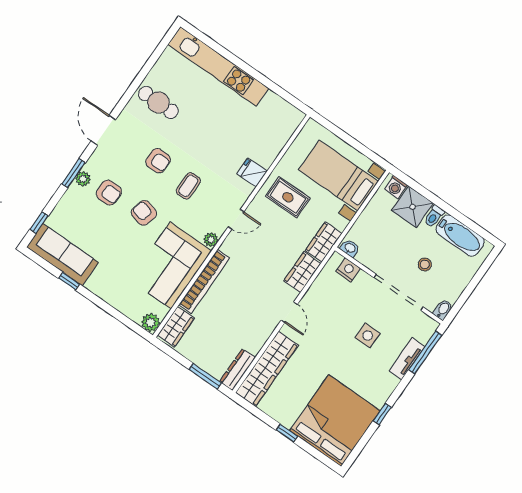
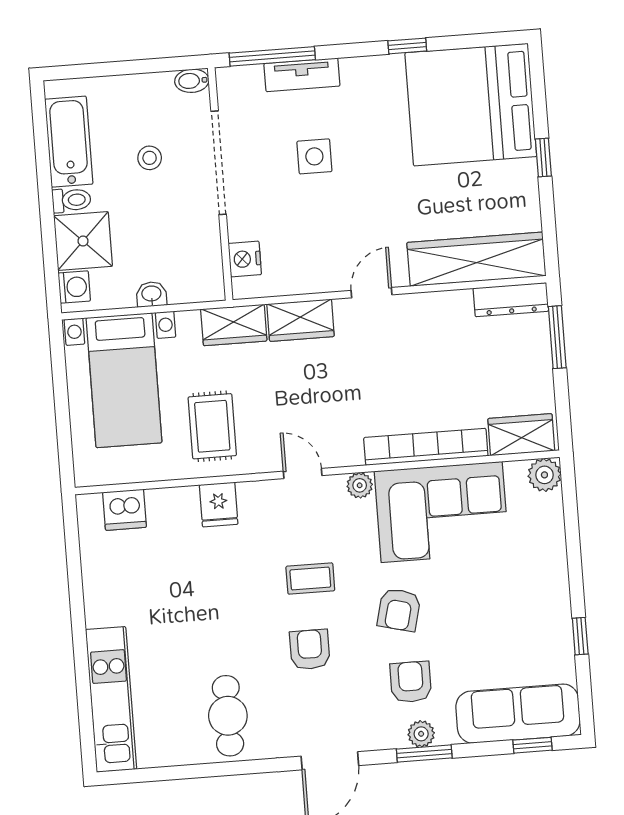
kitchen unit: (218, 66) -> (111, 699), width x0.73
dishwasher: (283, 130) -> (125, 510), added
washbasin: (350, 248) -> (151, 294), moved, turned 90
sofa: (63, 255) -> (518, 714), moved, turned 90

